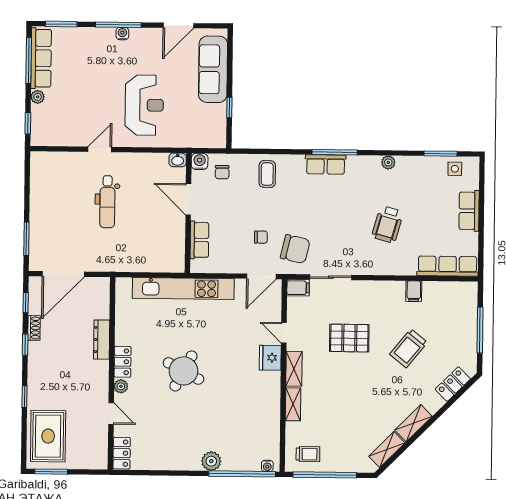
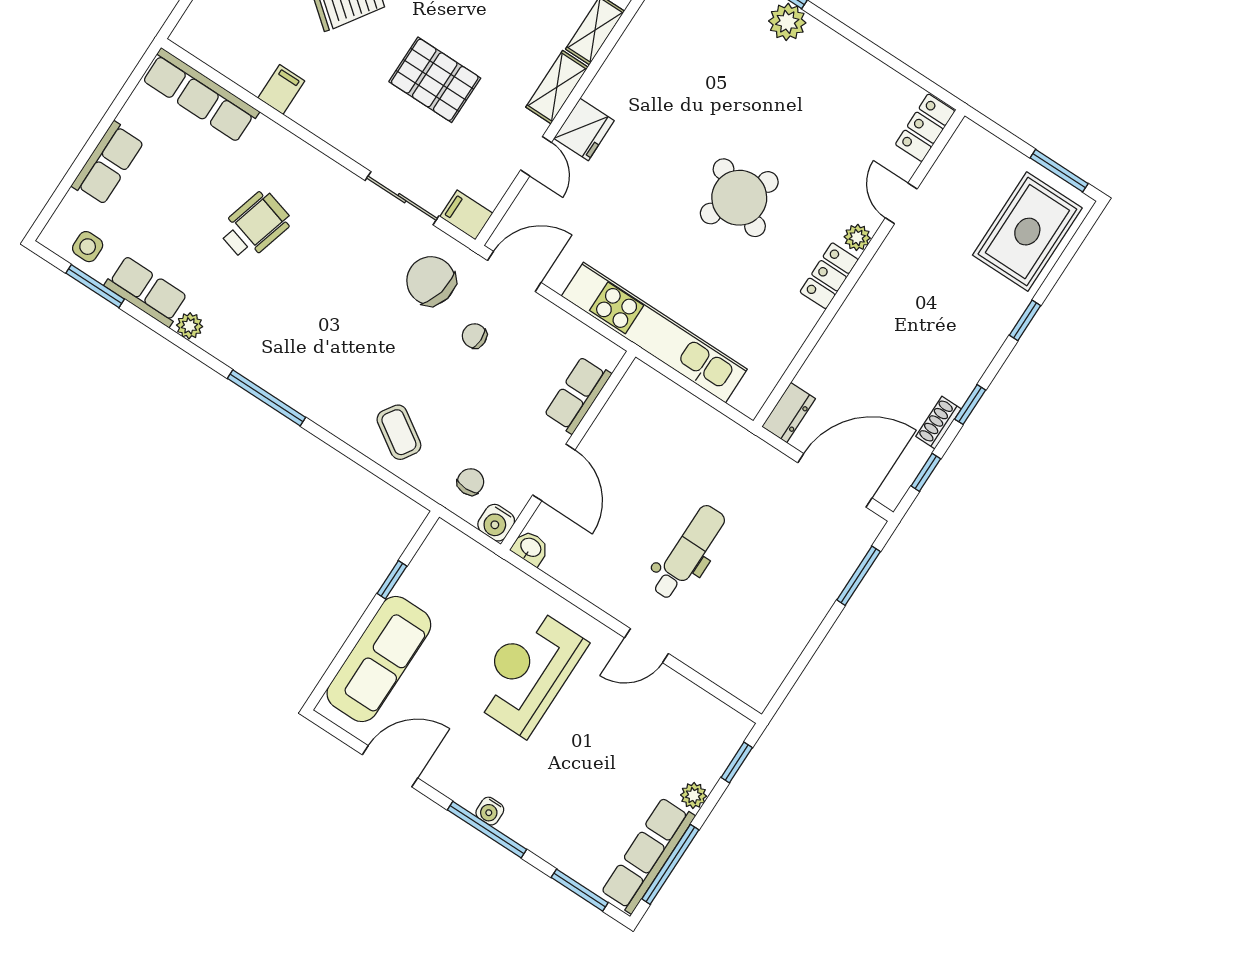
row of seats: (326, 164) -> (146, 291), moved
coffee table: (267, 174) -> (399, 432), turned -57
dresser: (102, 340) -> (789, 413), moved, width x0.70

